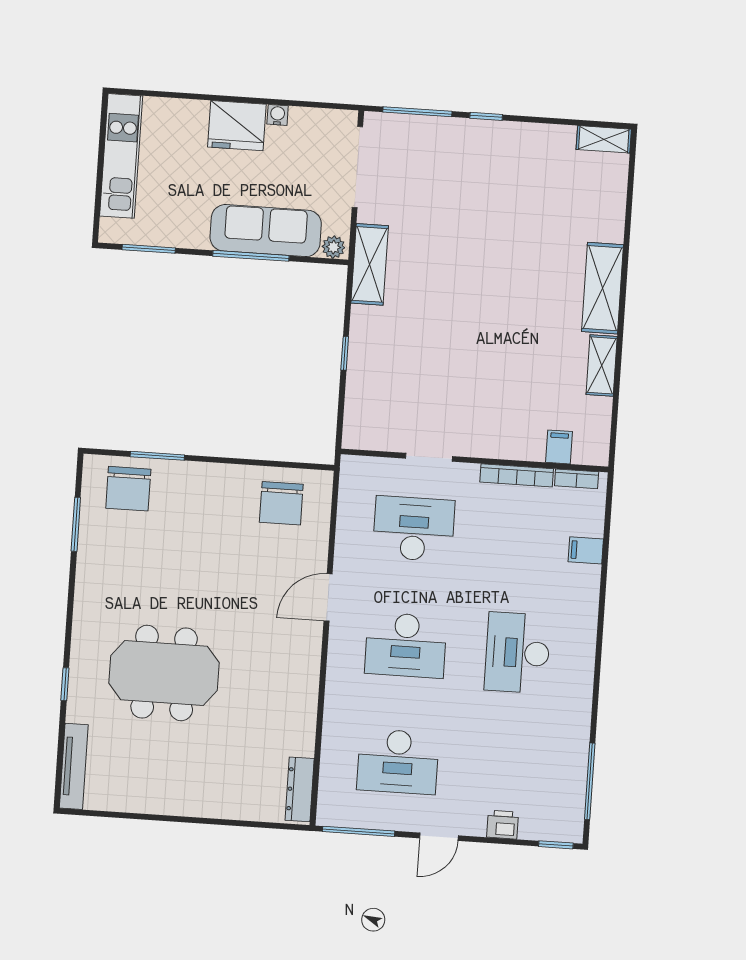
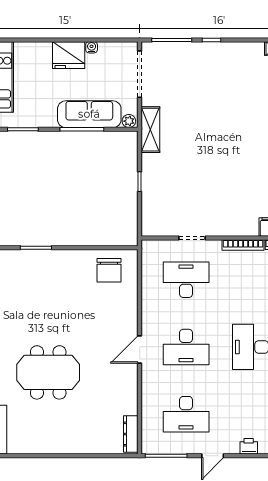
chair: (128, 489) -> (20, 268), removed
door: (328, 597) -> (140, 350), moved

